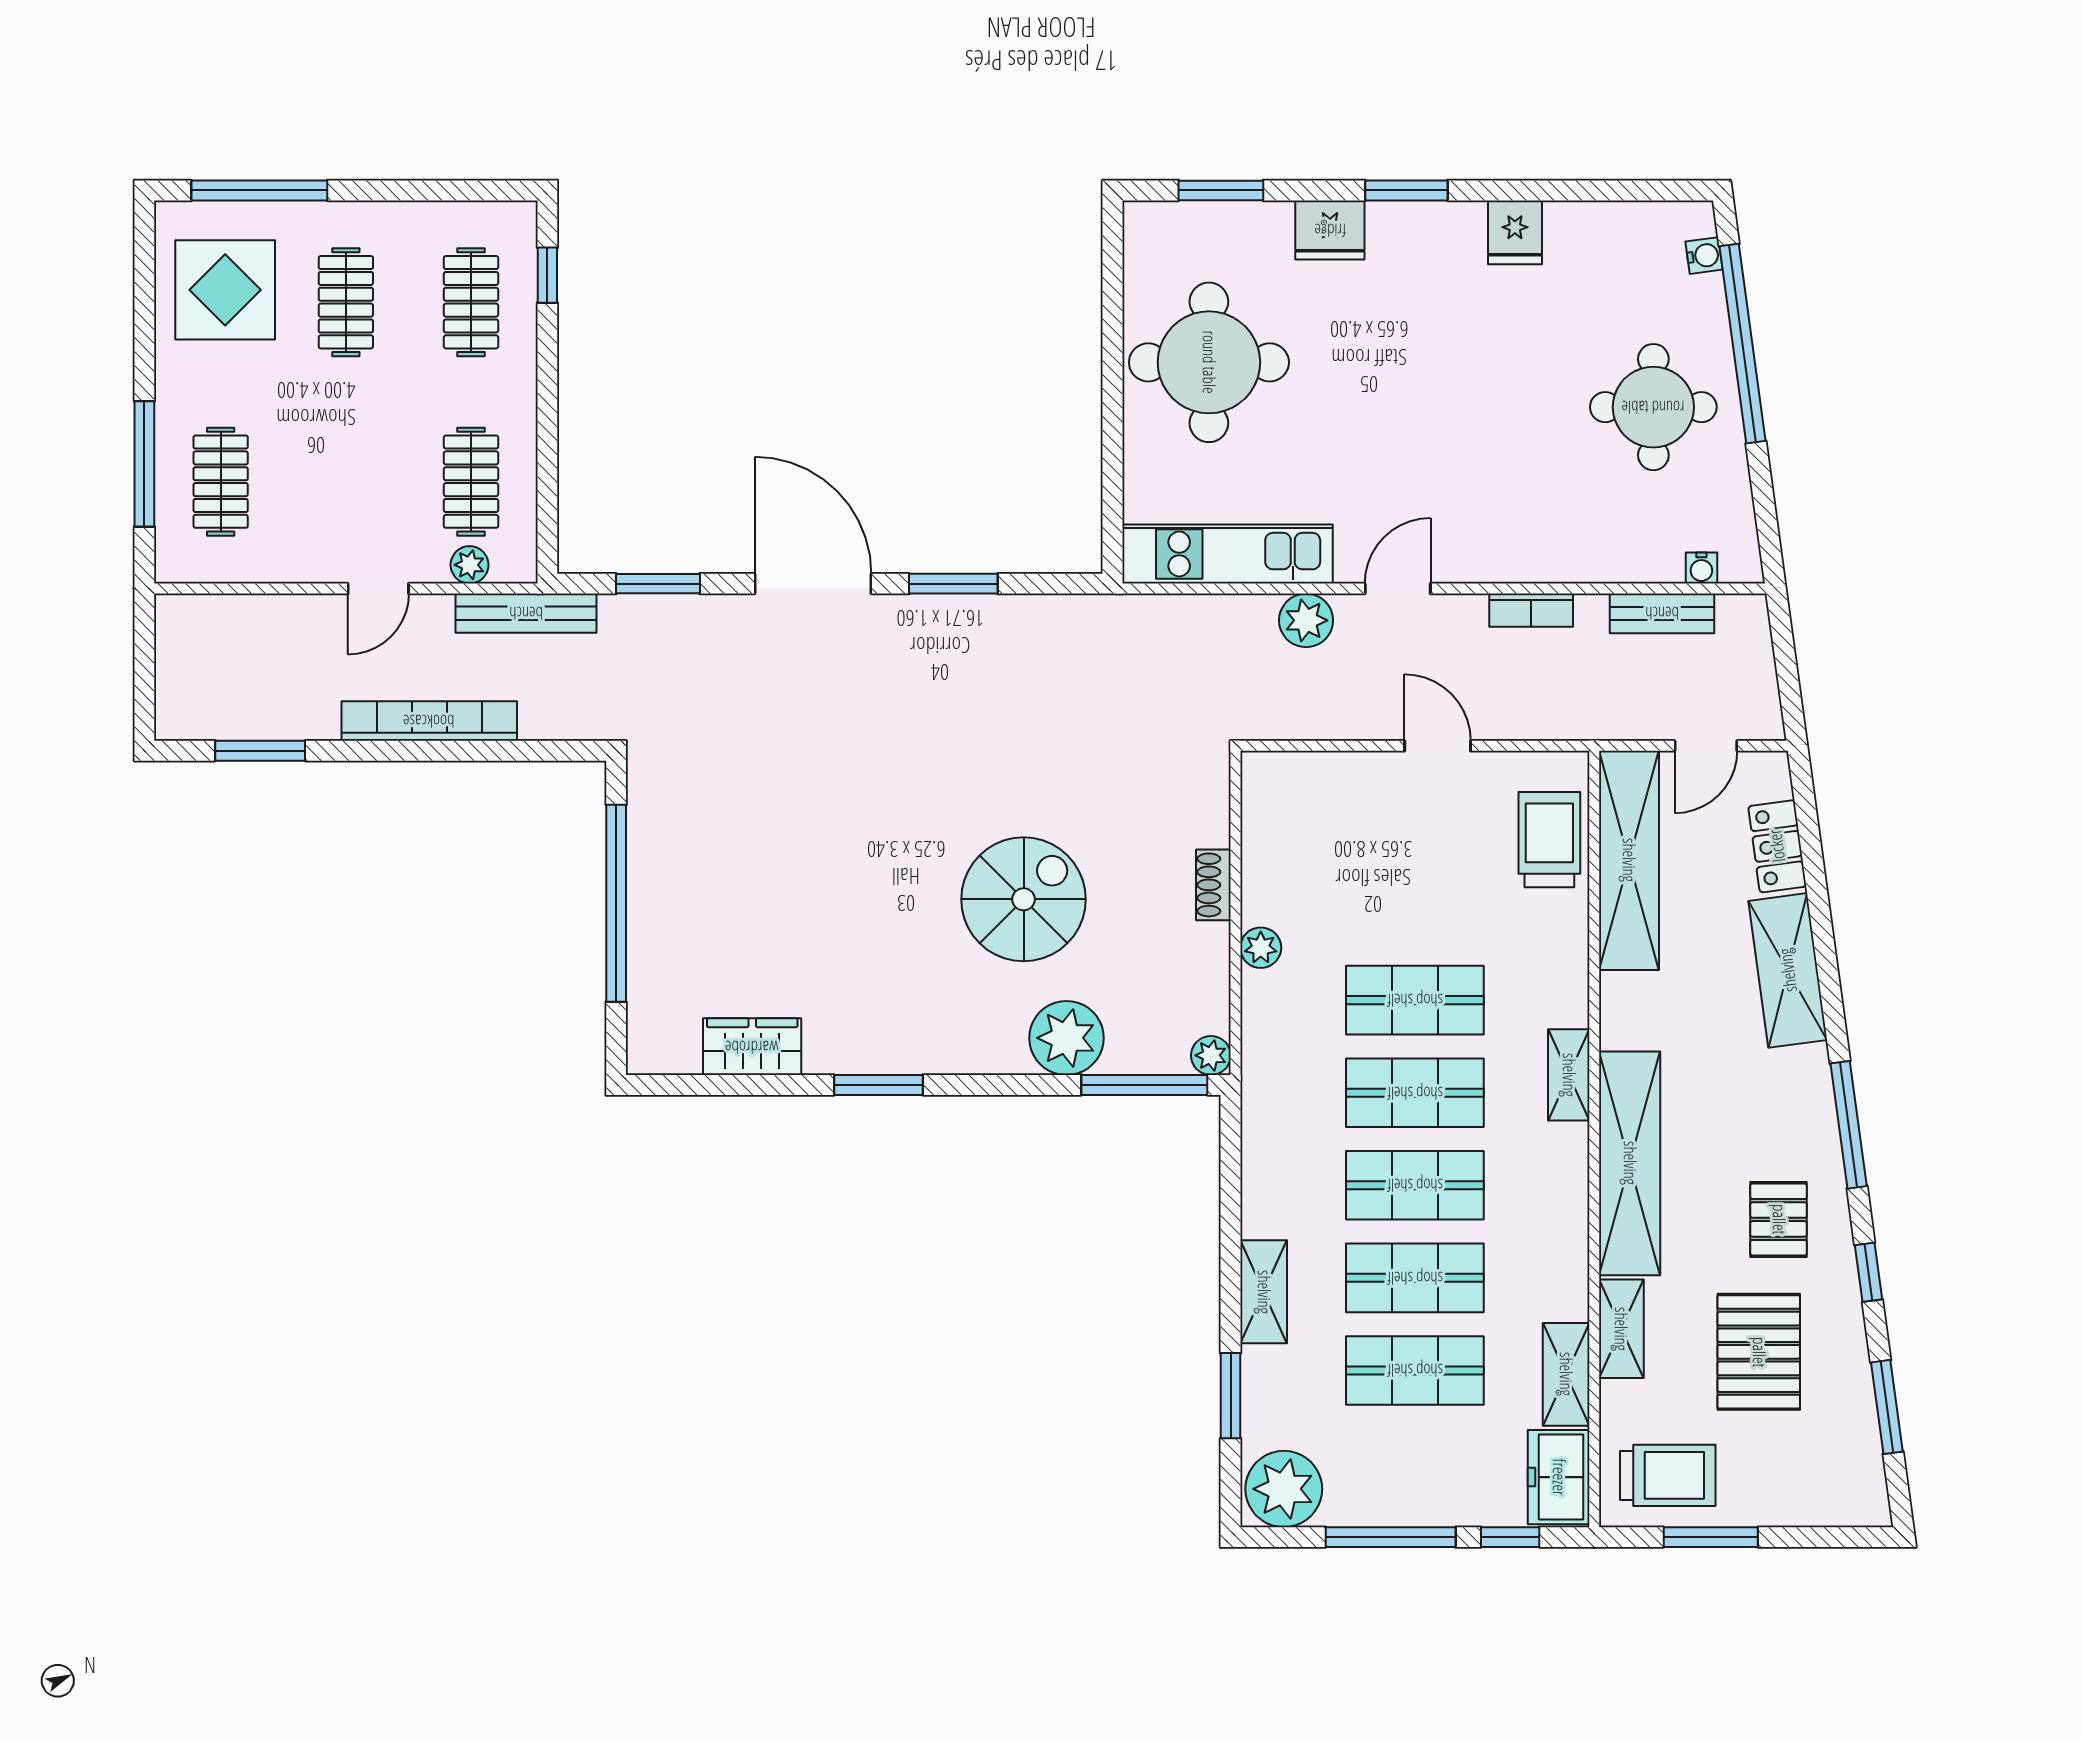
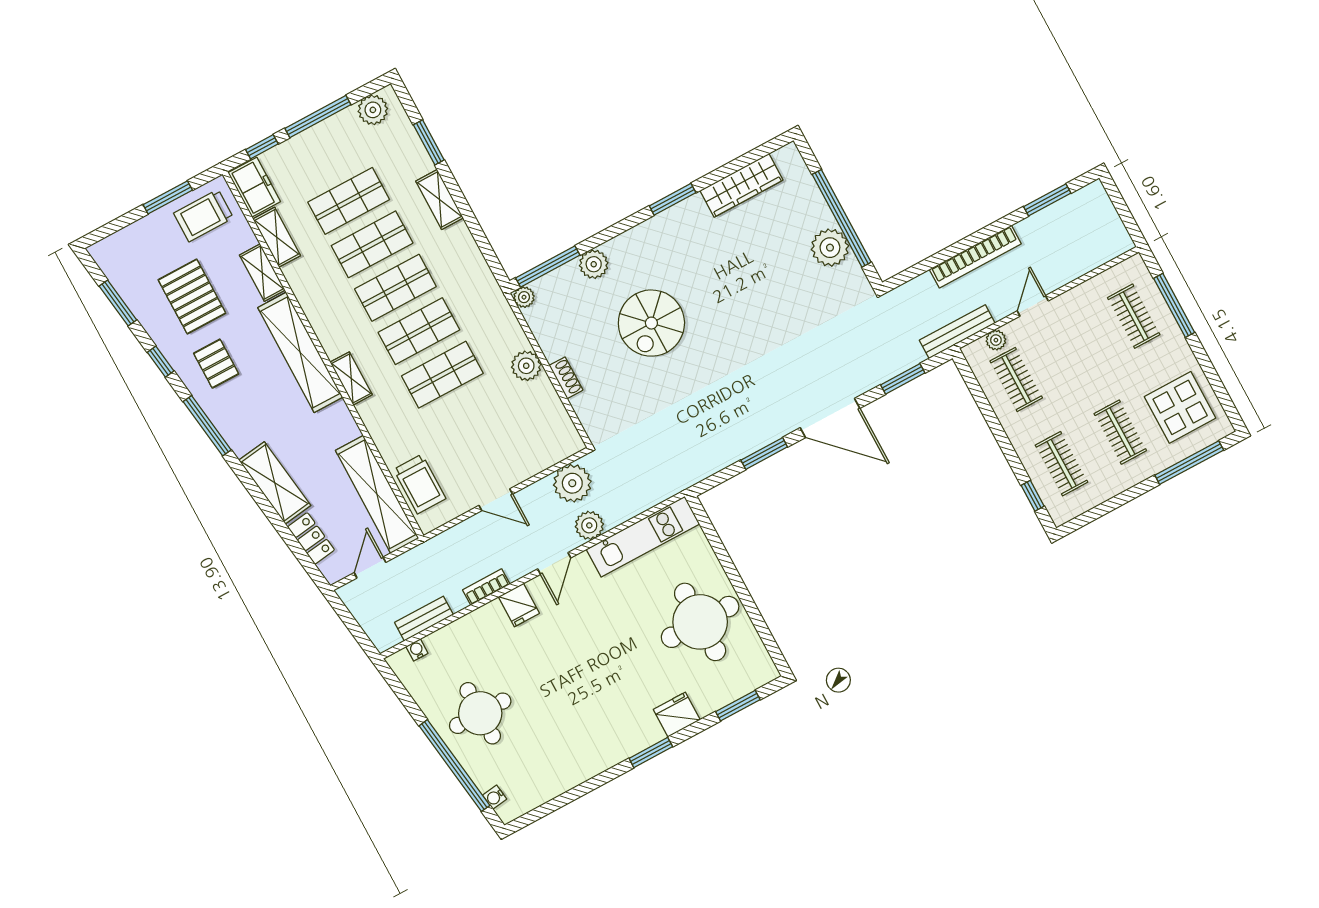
fridge: (1515, 232) -> (519, 605), moved, turned 180
plant: (1297, 705) -> (572, 483), added
plant: (661, 865) -> (830, 248), added
plant: (1261, 948) -> (526, 366), width x1.38, depth x1.38
plant: (1066, 1038) -> (594, 264), width x0.73, depth x0.73
wardrobe: (752, 1047) -> (741, 185), width x1.50
plant: (1284, 1489) -> (373, 110), width x0.73, depth x0.73

